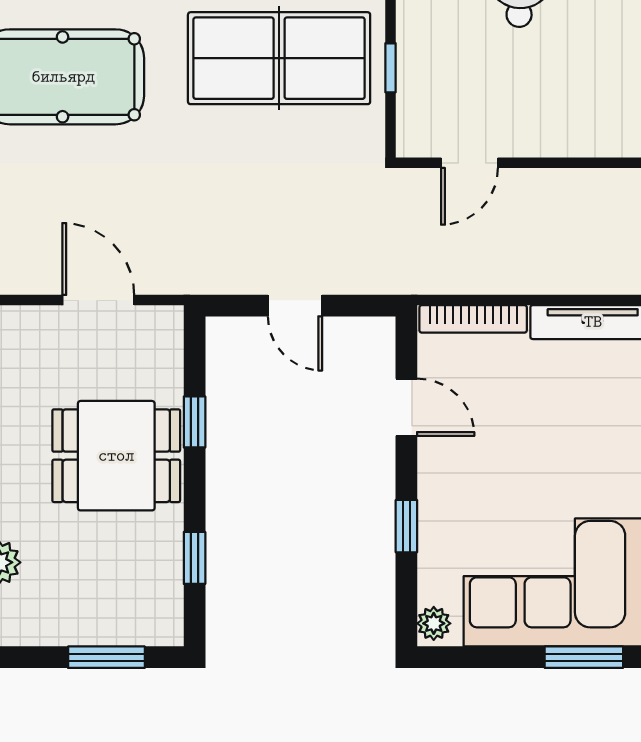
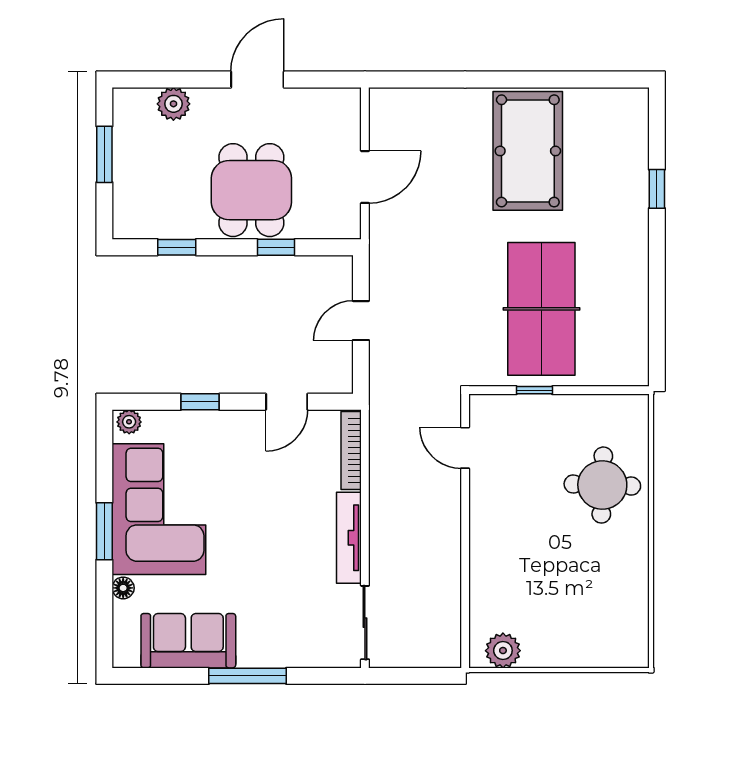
window: (106, 657) -> (104, 154), moved

